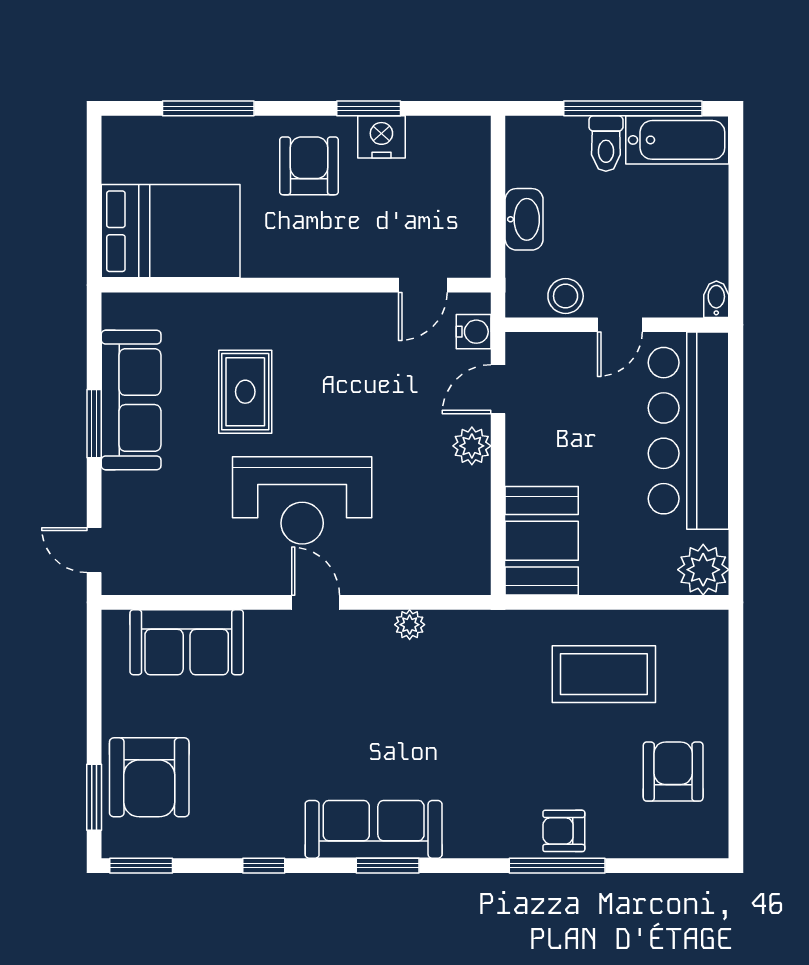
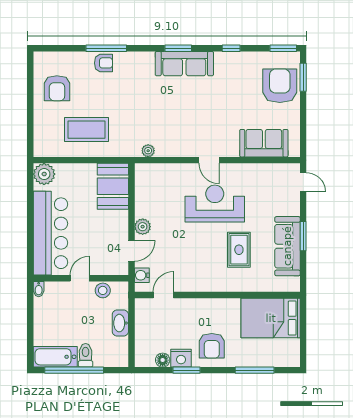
floor lamp: (425, 132) -> (163, 360), added
plant: (410, 625) -> (148, 151), moved

